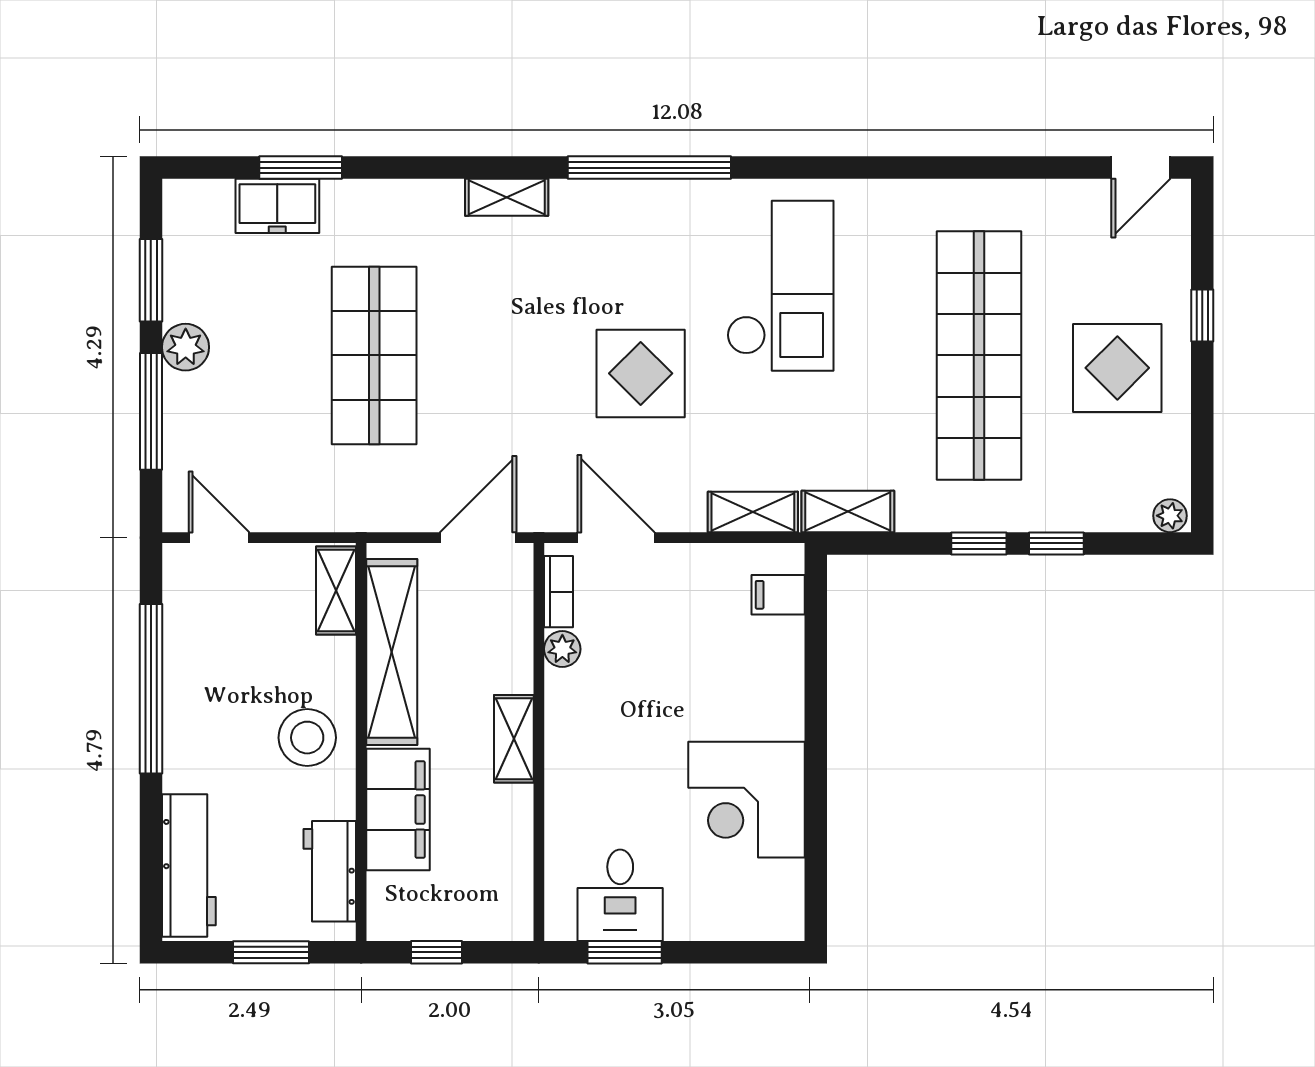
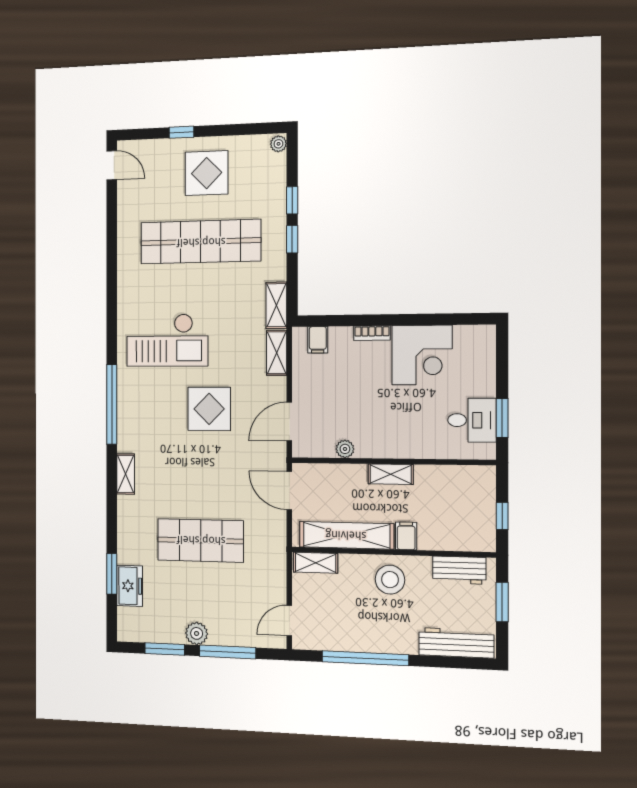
checkout: (780, 286) -> (167, 340), turned 180
bookcase: (558, 592) -> (372, 333), moved, turned 180
filing cabinet: (398, 810) -> (406, 536), width x0.33, depth x0.86

